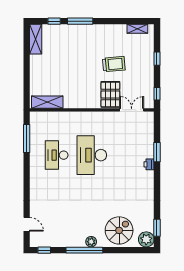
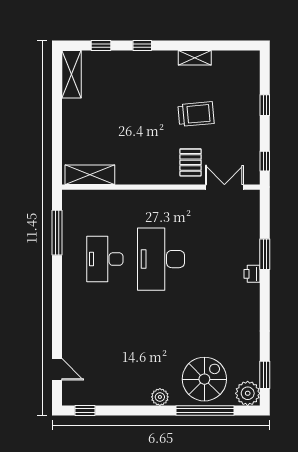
window: (80, 21) -> (142, 46), width x0.46
shelving: (137, 29) -> (195, 58), moved
pallet: (110, 94) -> (191, 162), width x0.67, depth x0.71
window: (84, 250) -> (205, 410), moved

